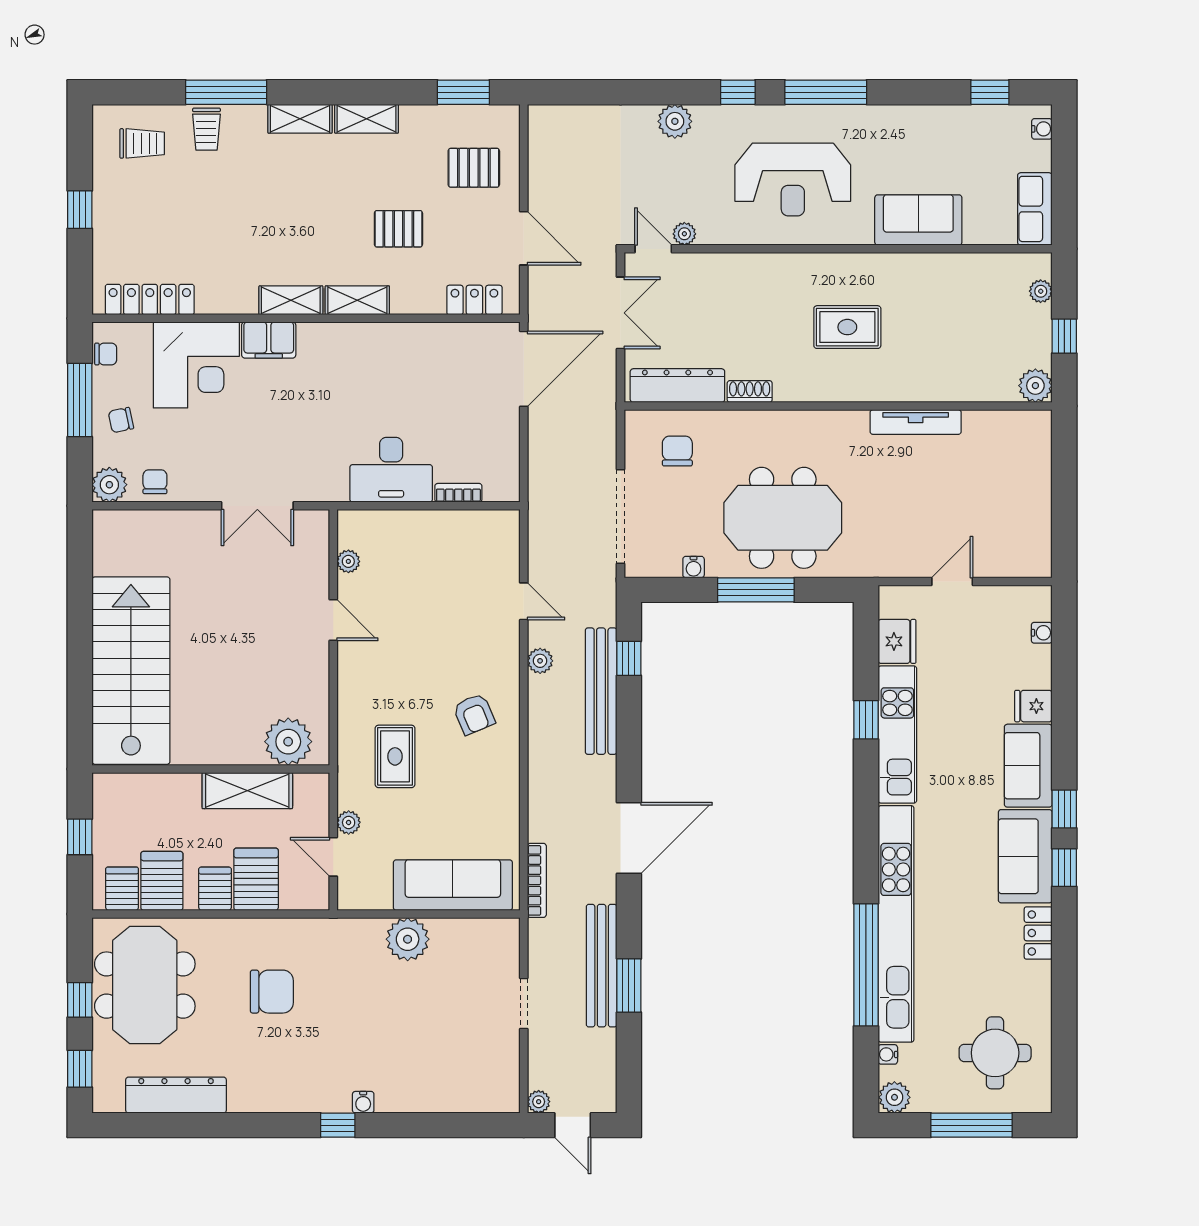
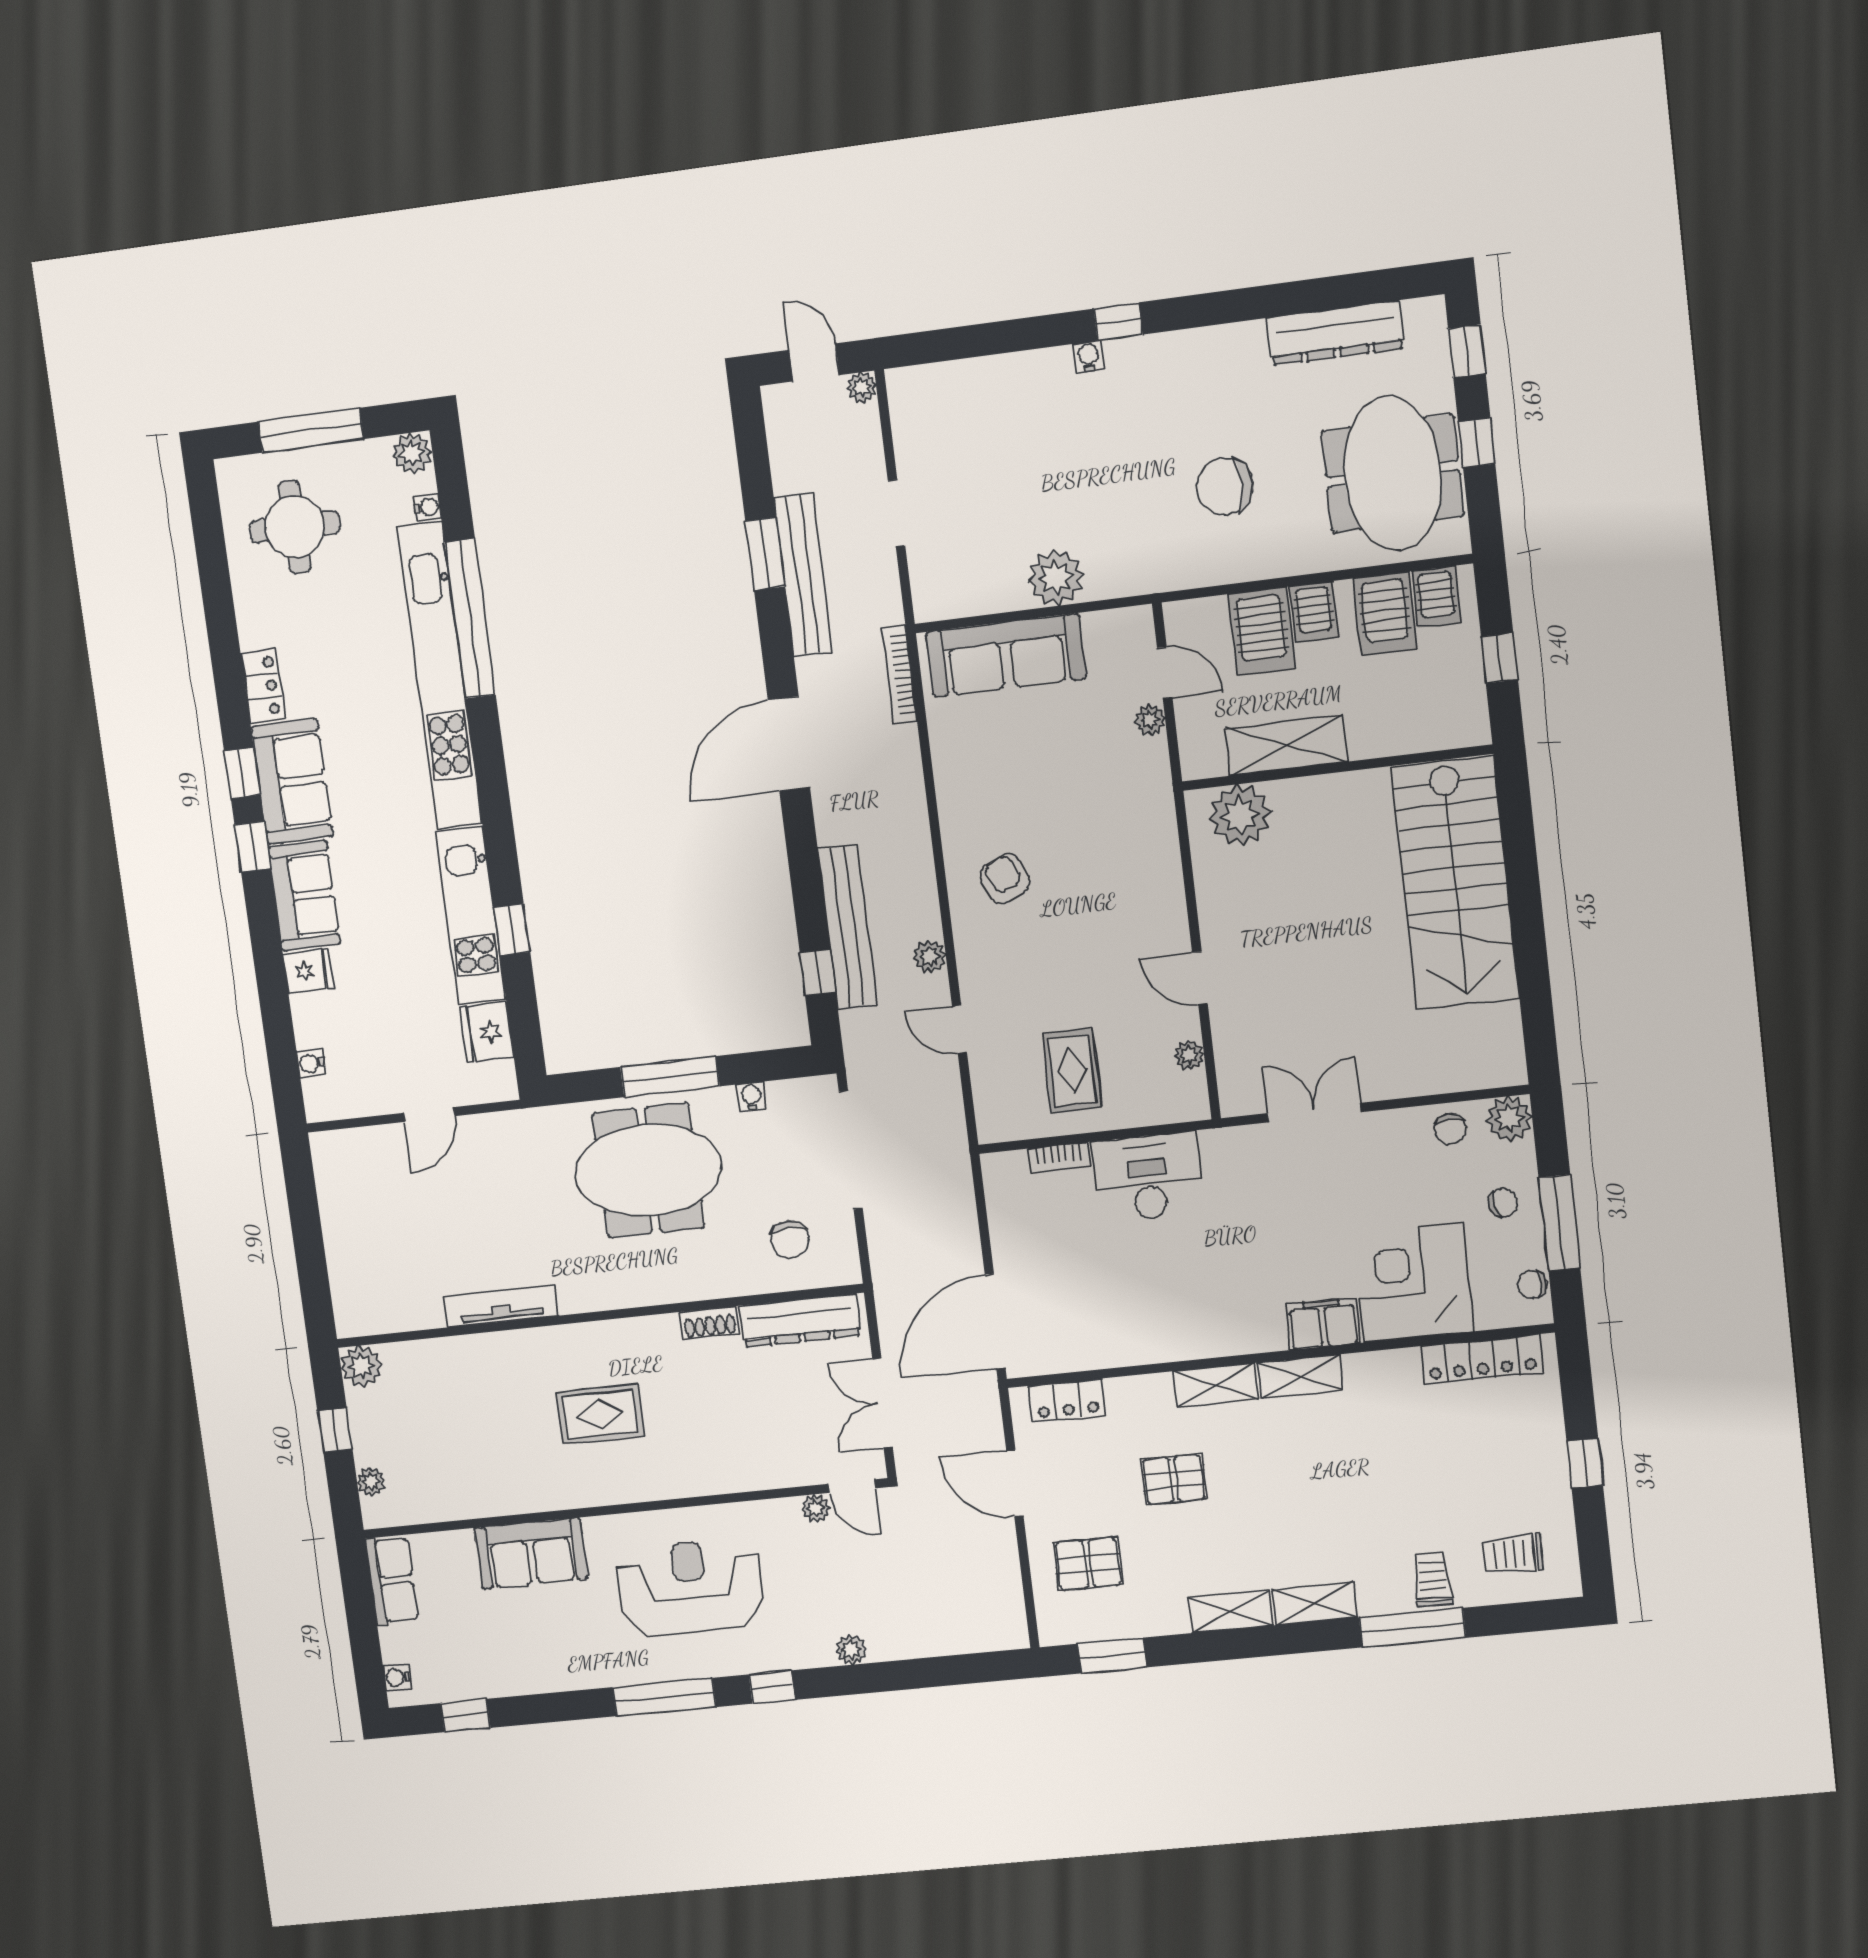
plant: (675, 121) -> (851, 1650), width x0.73, depth x0.73
rug: (395, 756) -> (1072, 1071), moved

